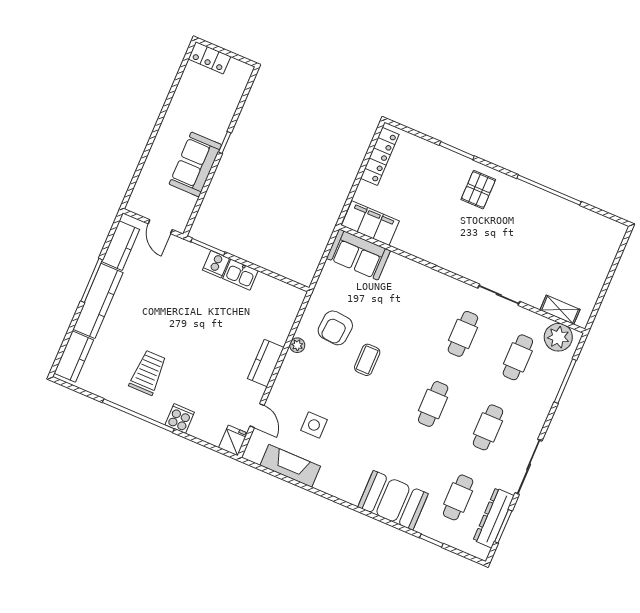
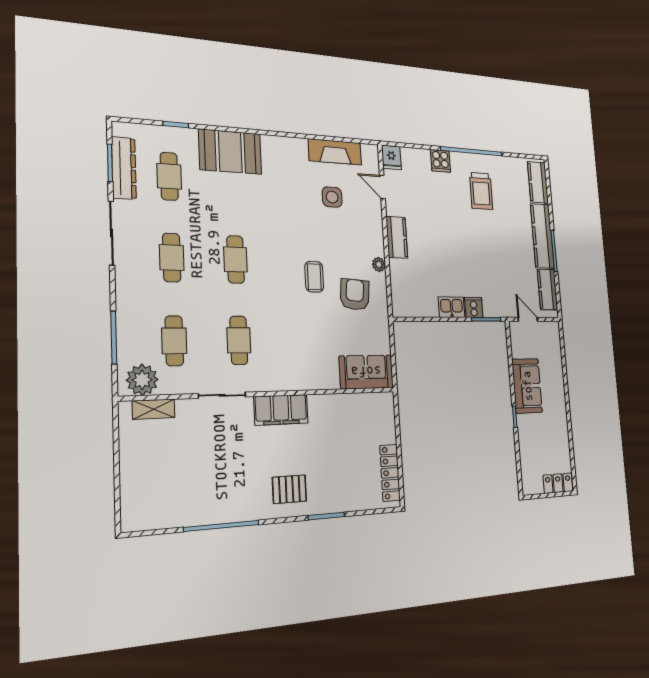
pallet: (478, 190) -> (289, 489), turned 90
filing cabinet: (370, 223) -> (281, 410), moved

